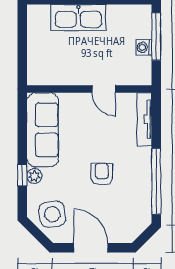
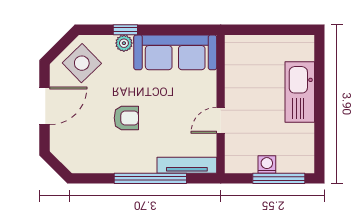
window: (156, 181) -> (150, 178), moved
side table: (52, 214) -> (82, 63), turned -35

